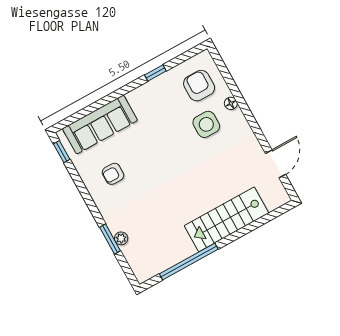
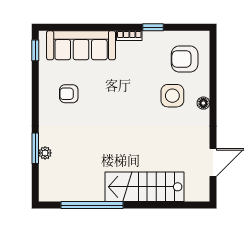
armchair: (199, 86) -> (185, 59), turned -90
bookcase: (138, 92) -> (129, 36), added
floor lamp: (231, 103) -> (203, 103), moved

